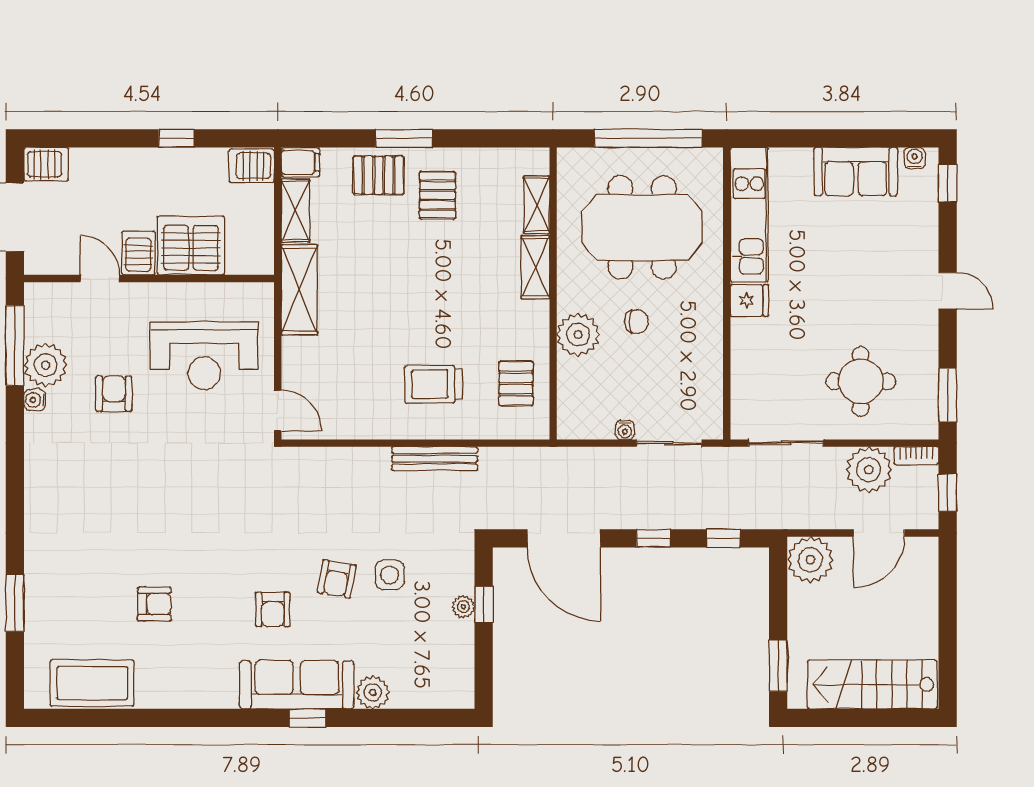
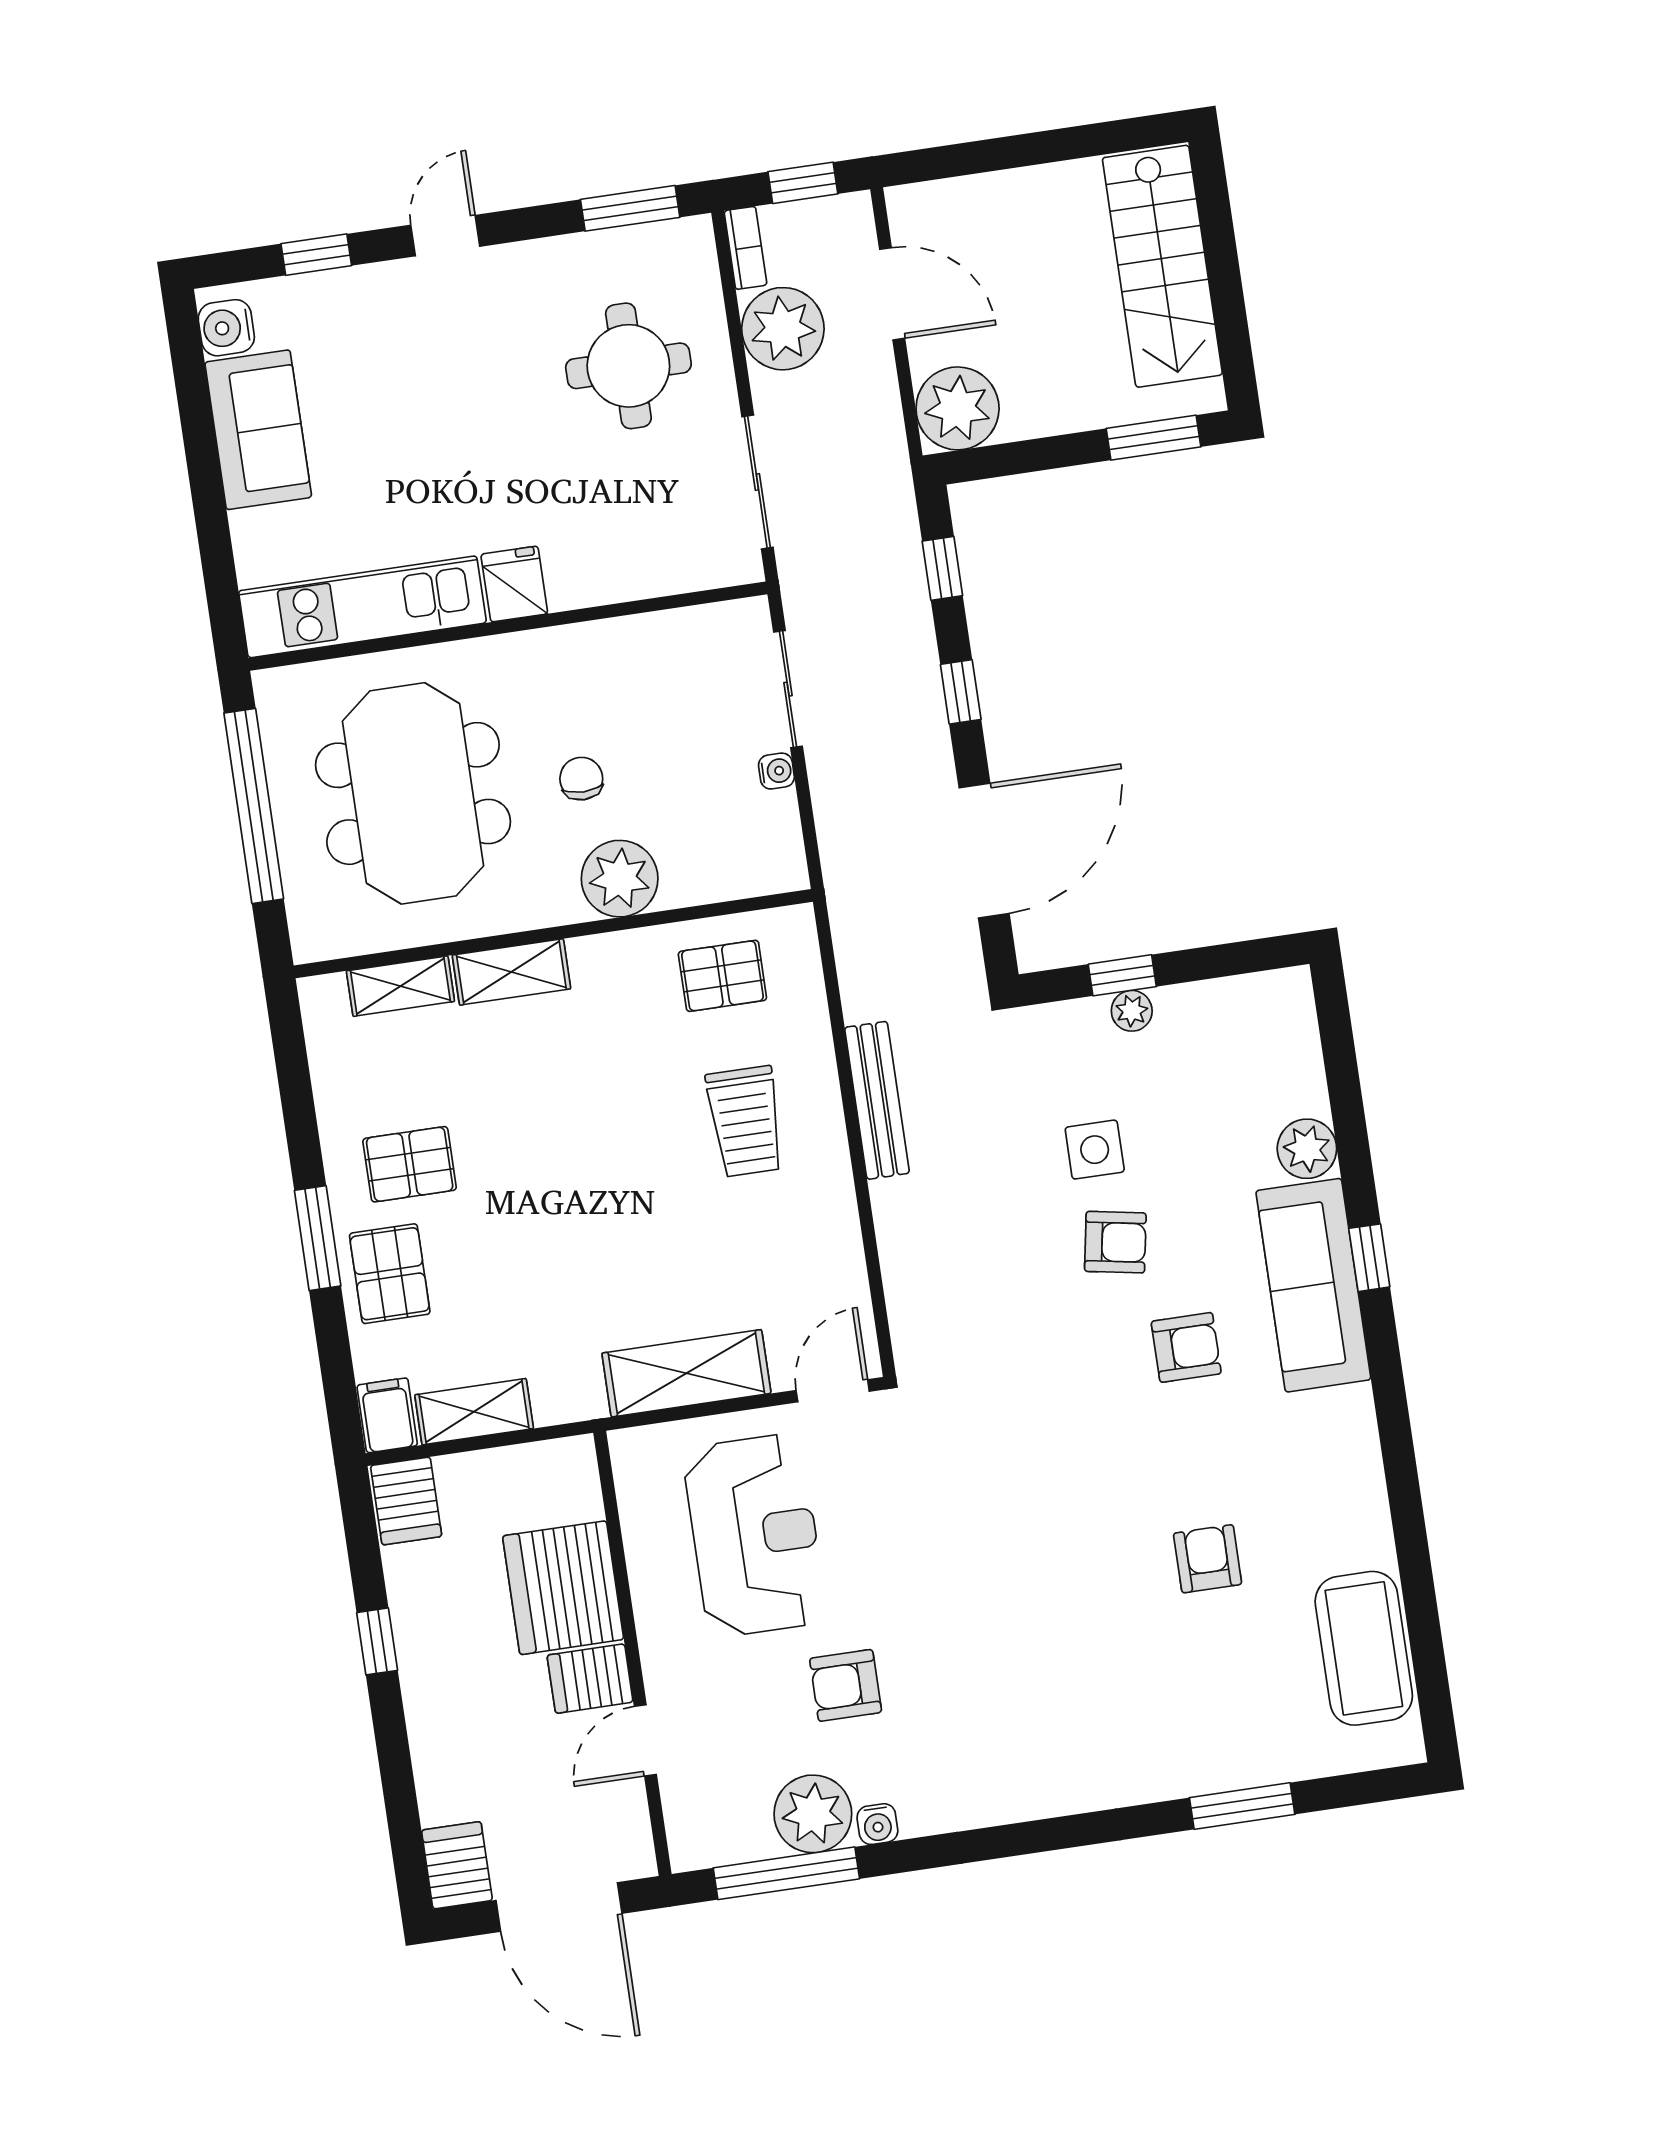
water cooler: (915, 158) -> (226, 328), width x1.38, depth x1.38
window: (948, 183) -> (316, 255), moved
shelving: (299, 290) -> (686, 1373), moved

